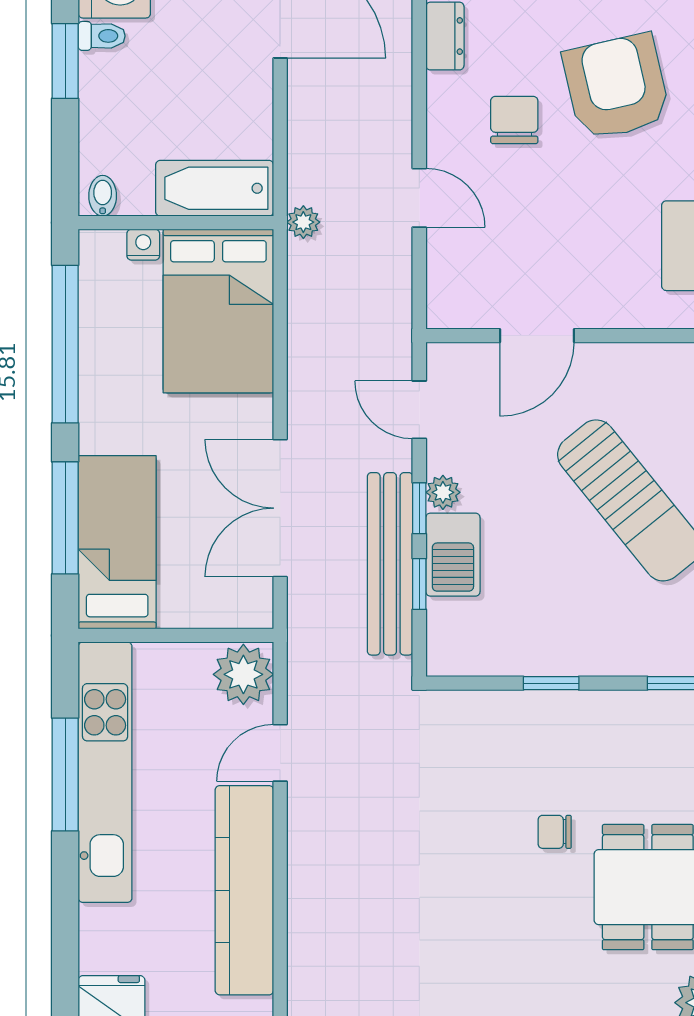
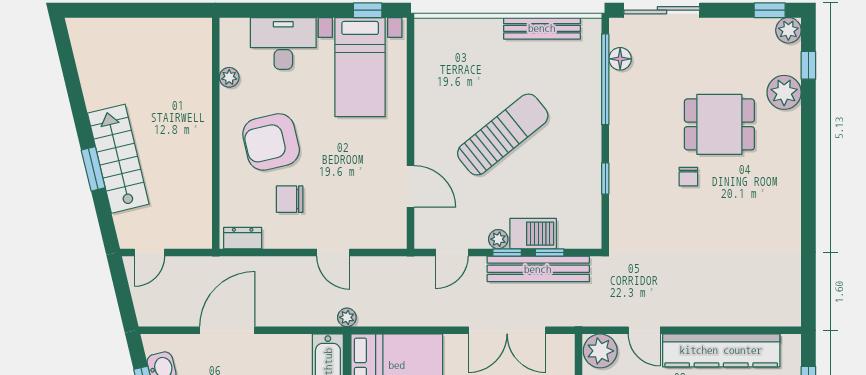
door: (419, 198) -> (333, 252), swing flipped

